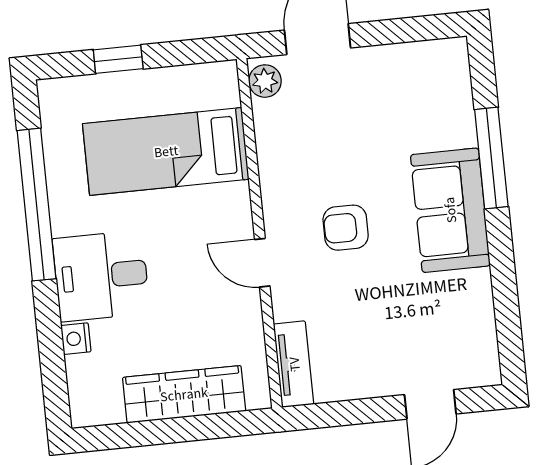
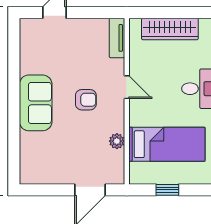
window: (118, 59) -> (167, 190), moved
plant: (265, 81) -> (117, 141), moved
window: (491, 158) -> (14, 126), removed

